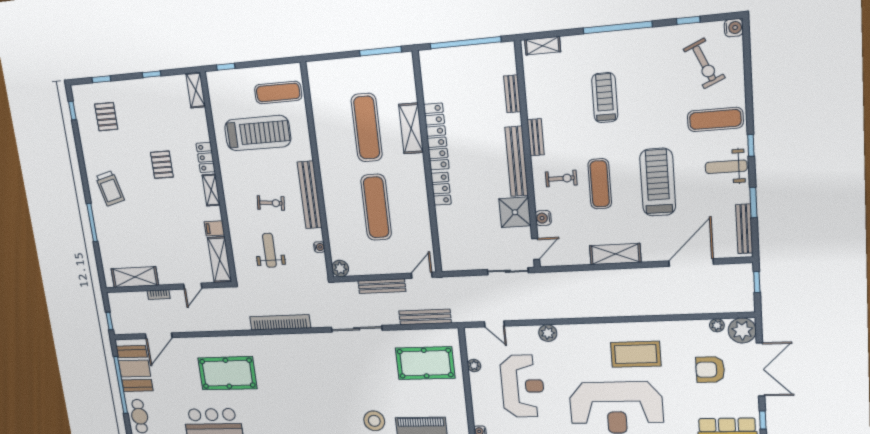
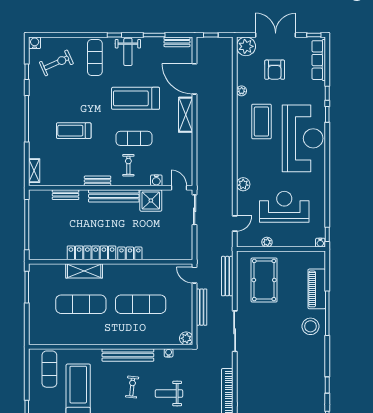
bench: (744, 229) -> (177, 42), width x0.73
shelving: (615, 254) -> (186, 115), moved
plant: (717, 325) -> (242, 91), moved

